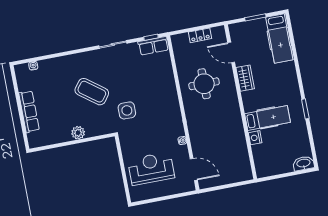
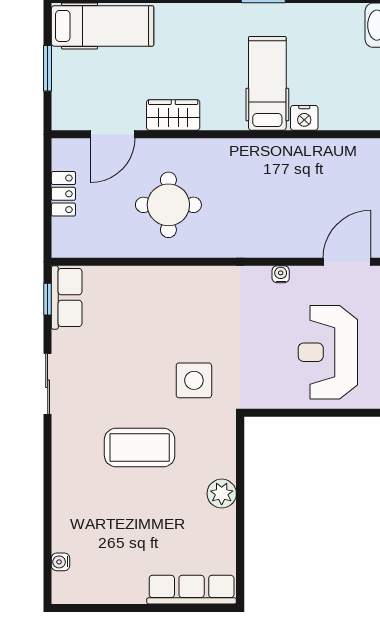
coffee table: (92, 92) -> (140, 448), turned 53
row of seats: (29, 112) -> (192, 590), moved

